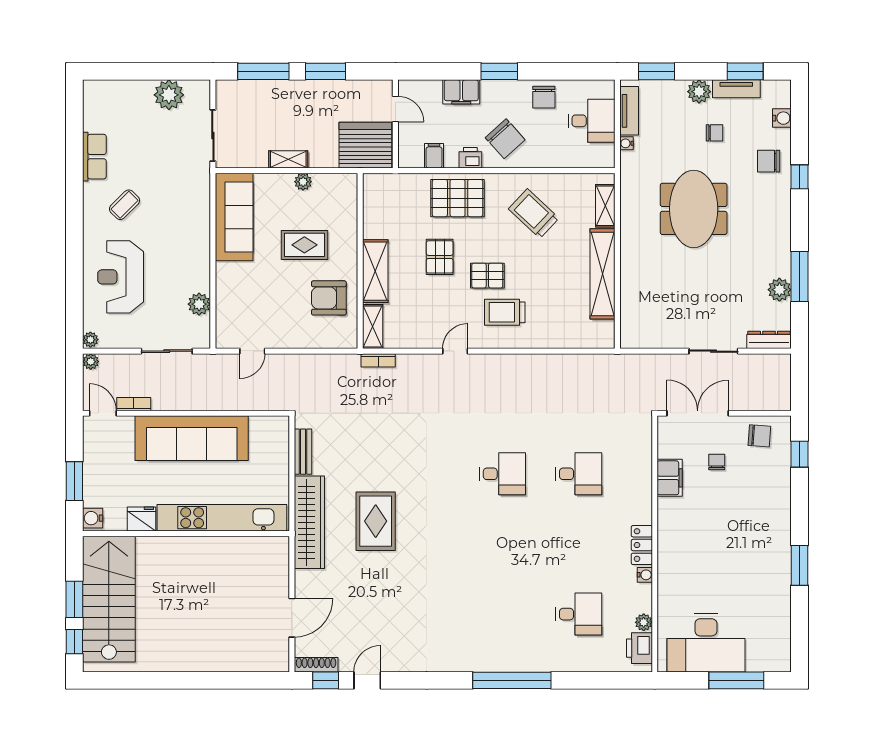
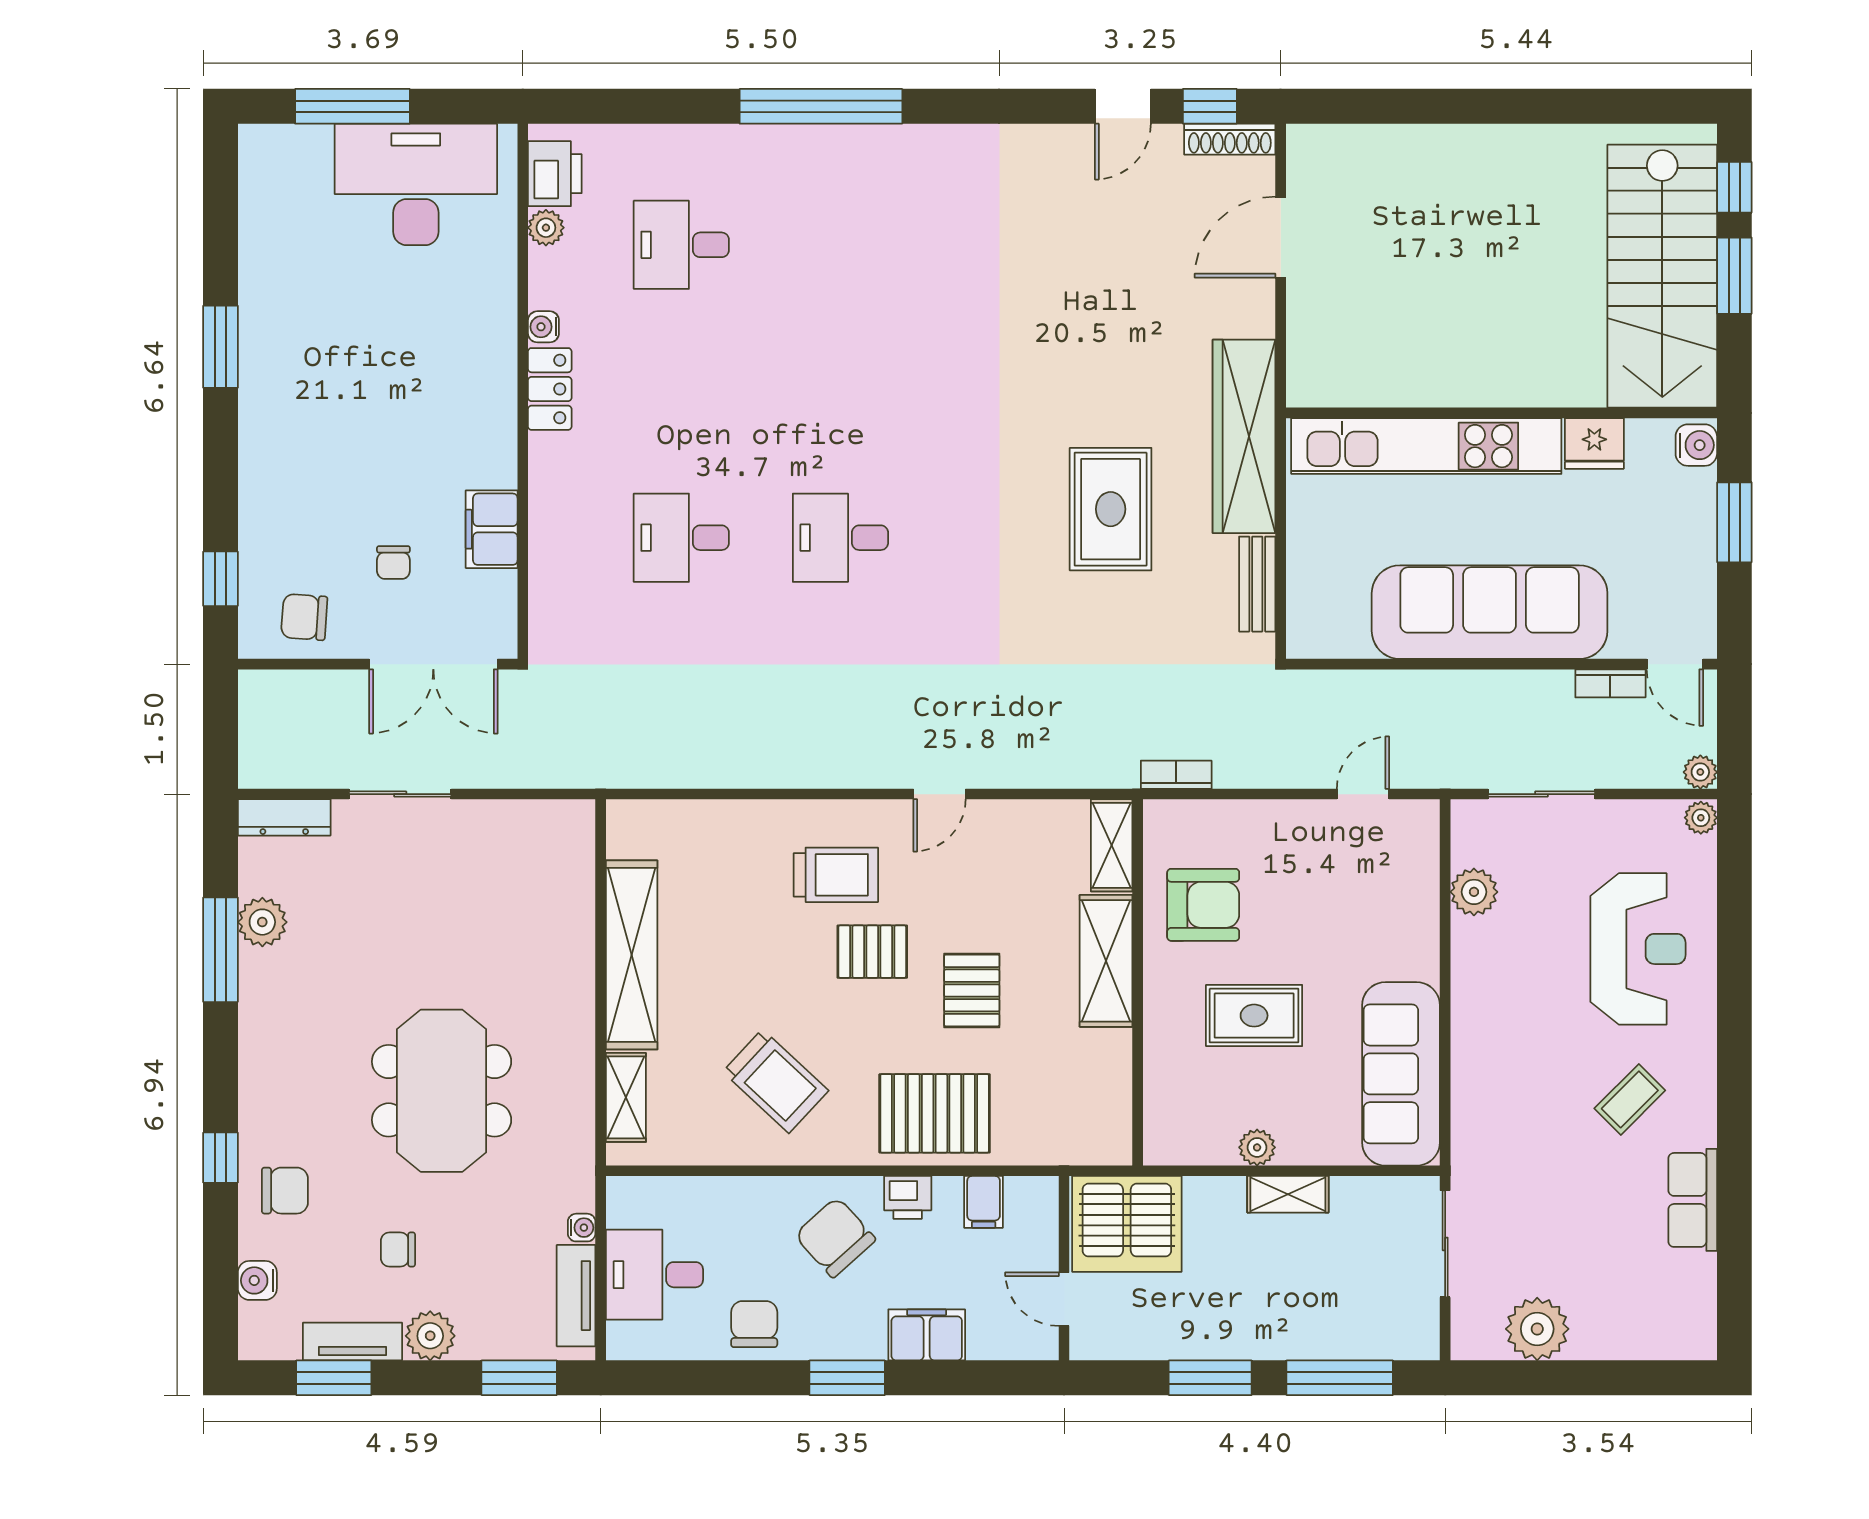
bookcase: (378, 360) -> (1176, 775), moved
rug: (376, 521) -> (1111, 509), moved

